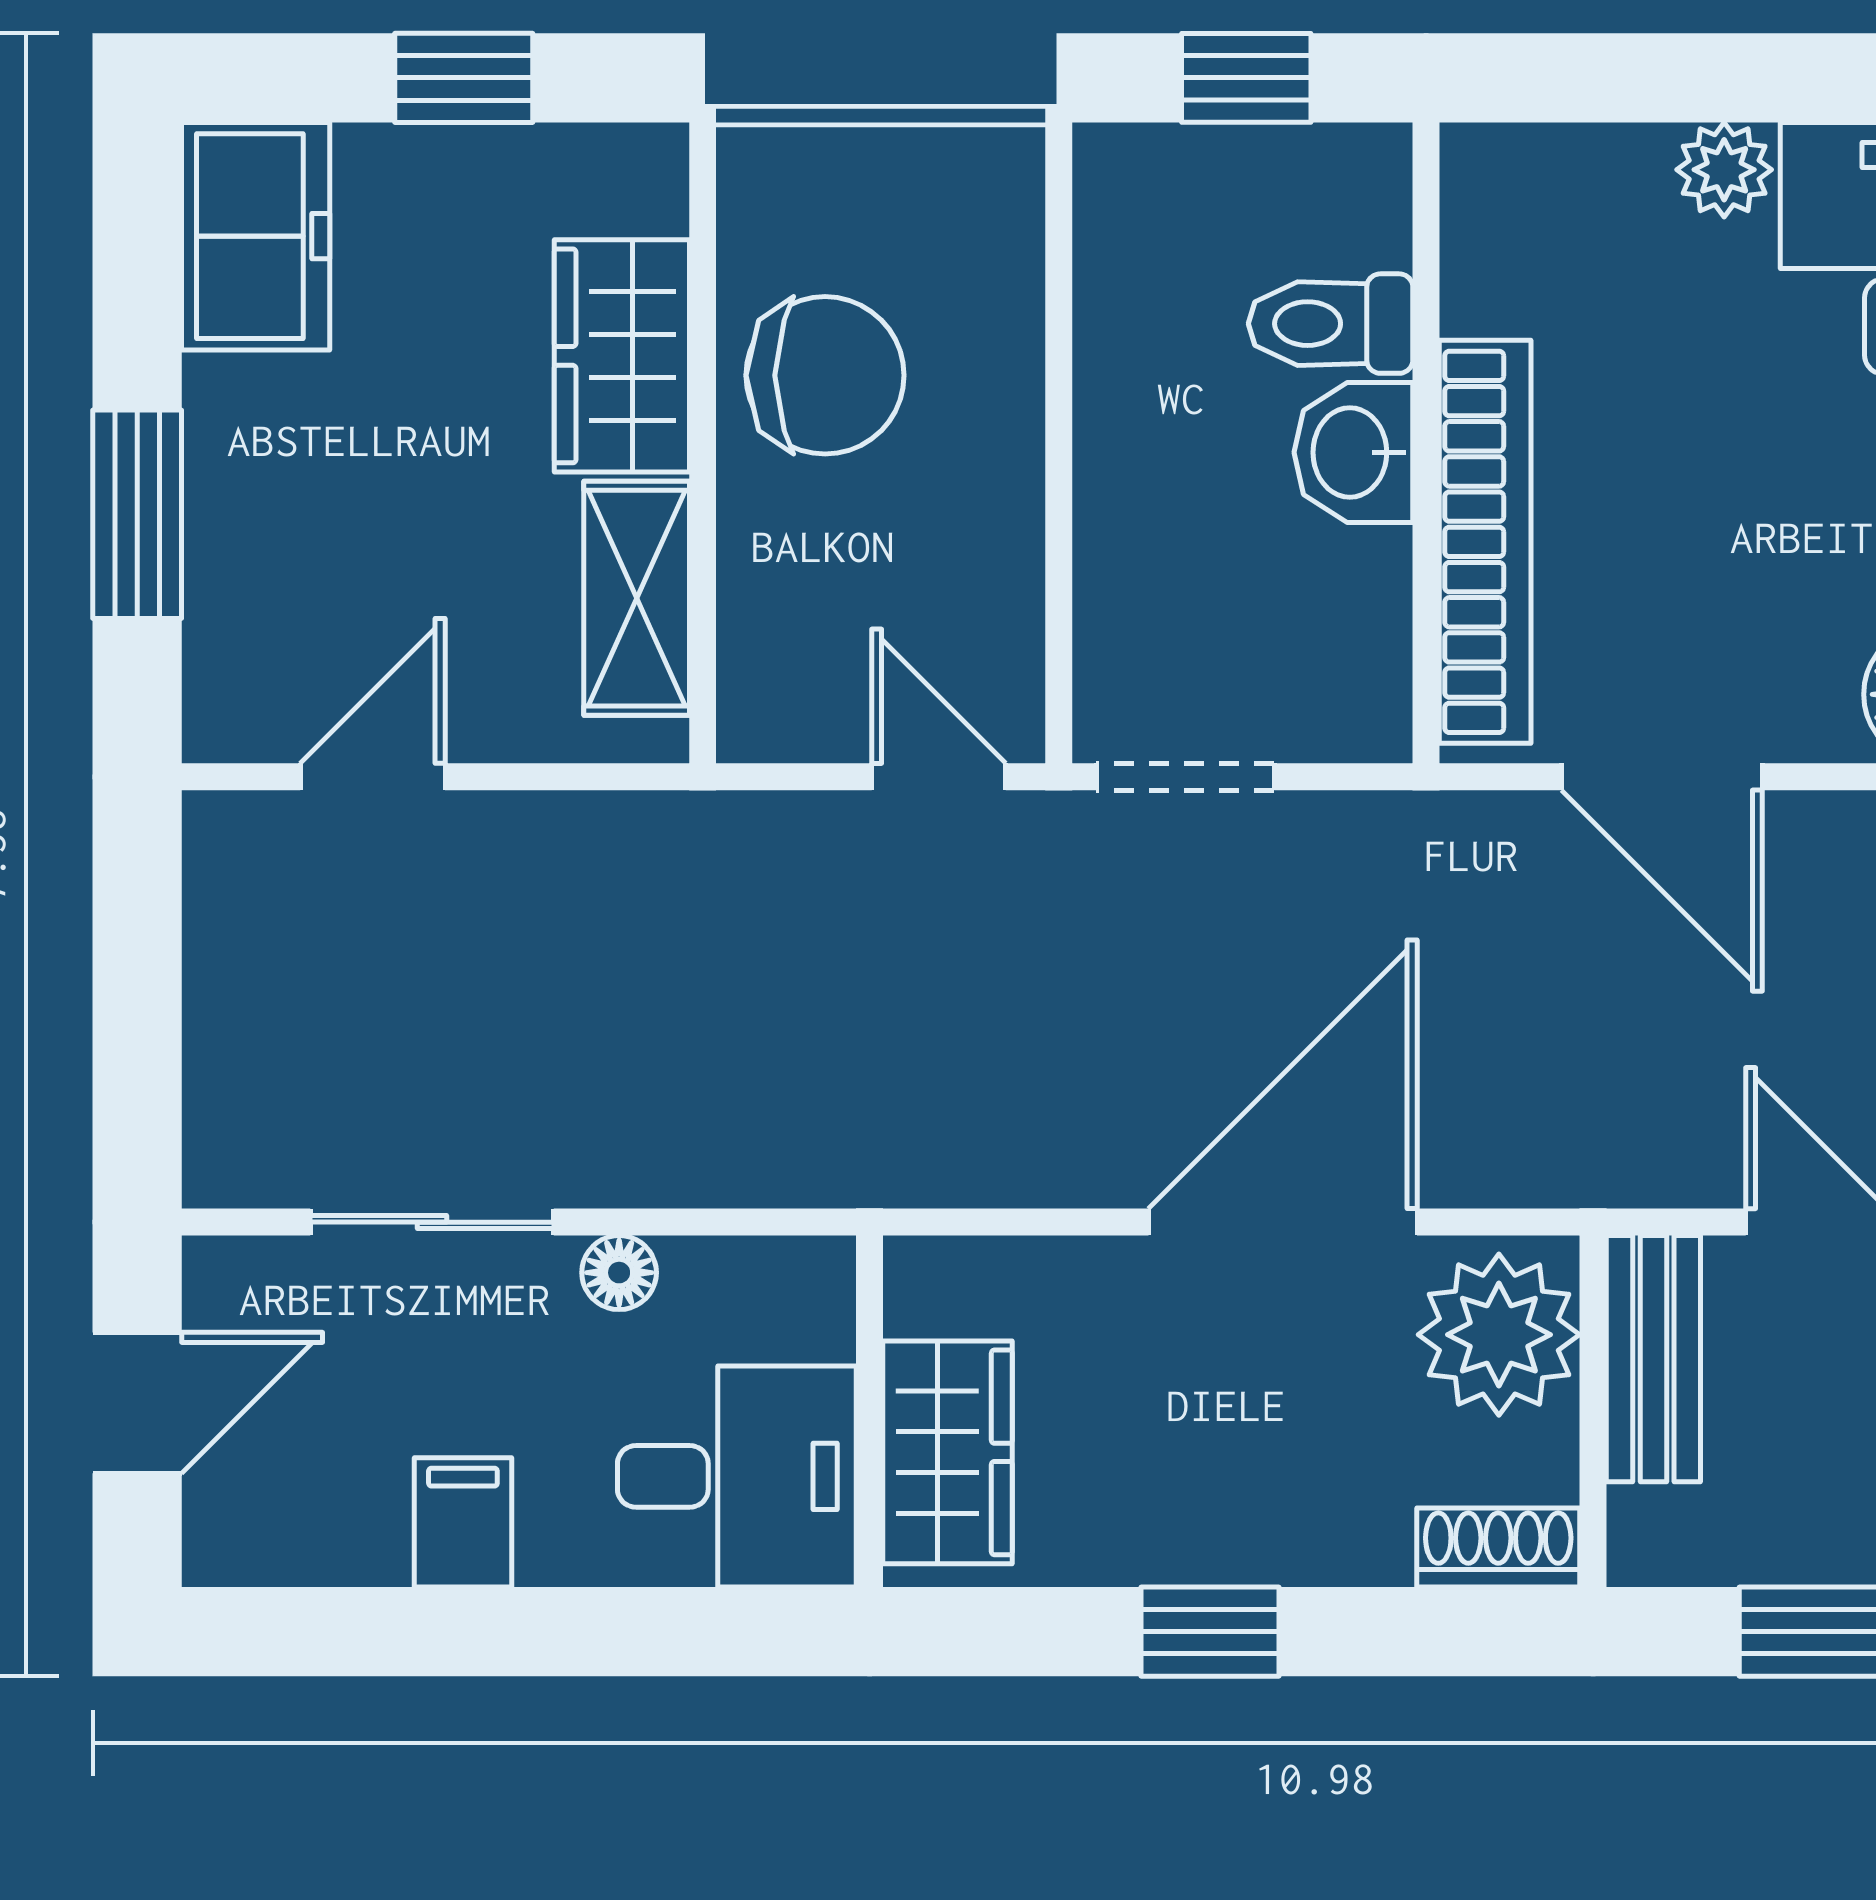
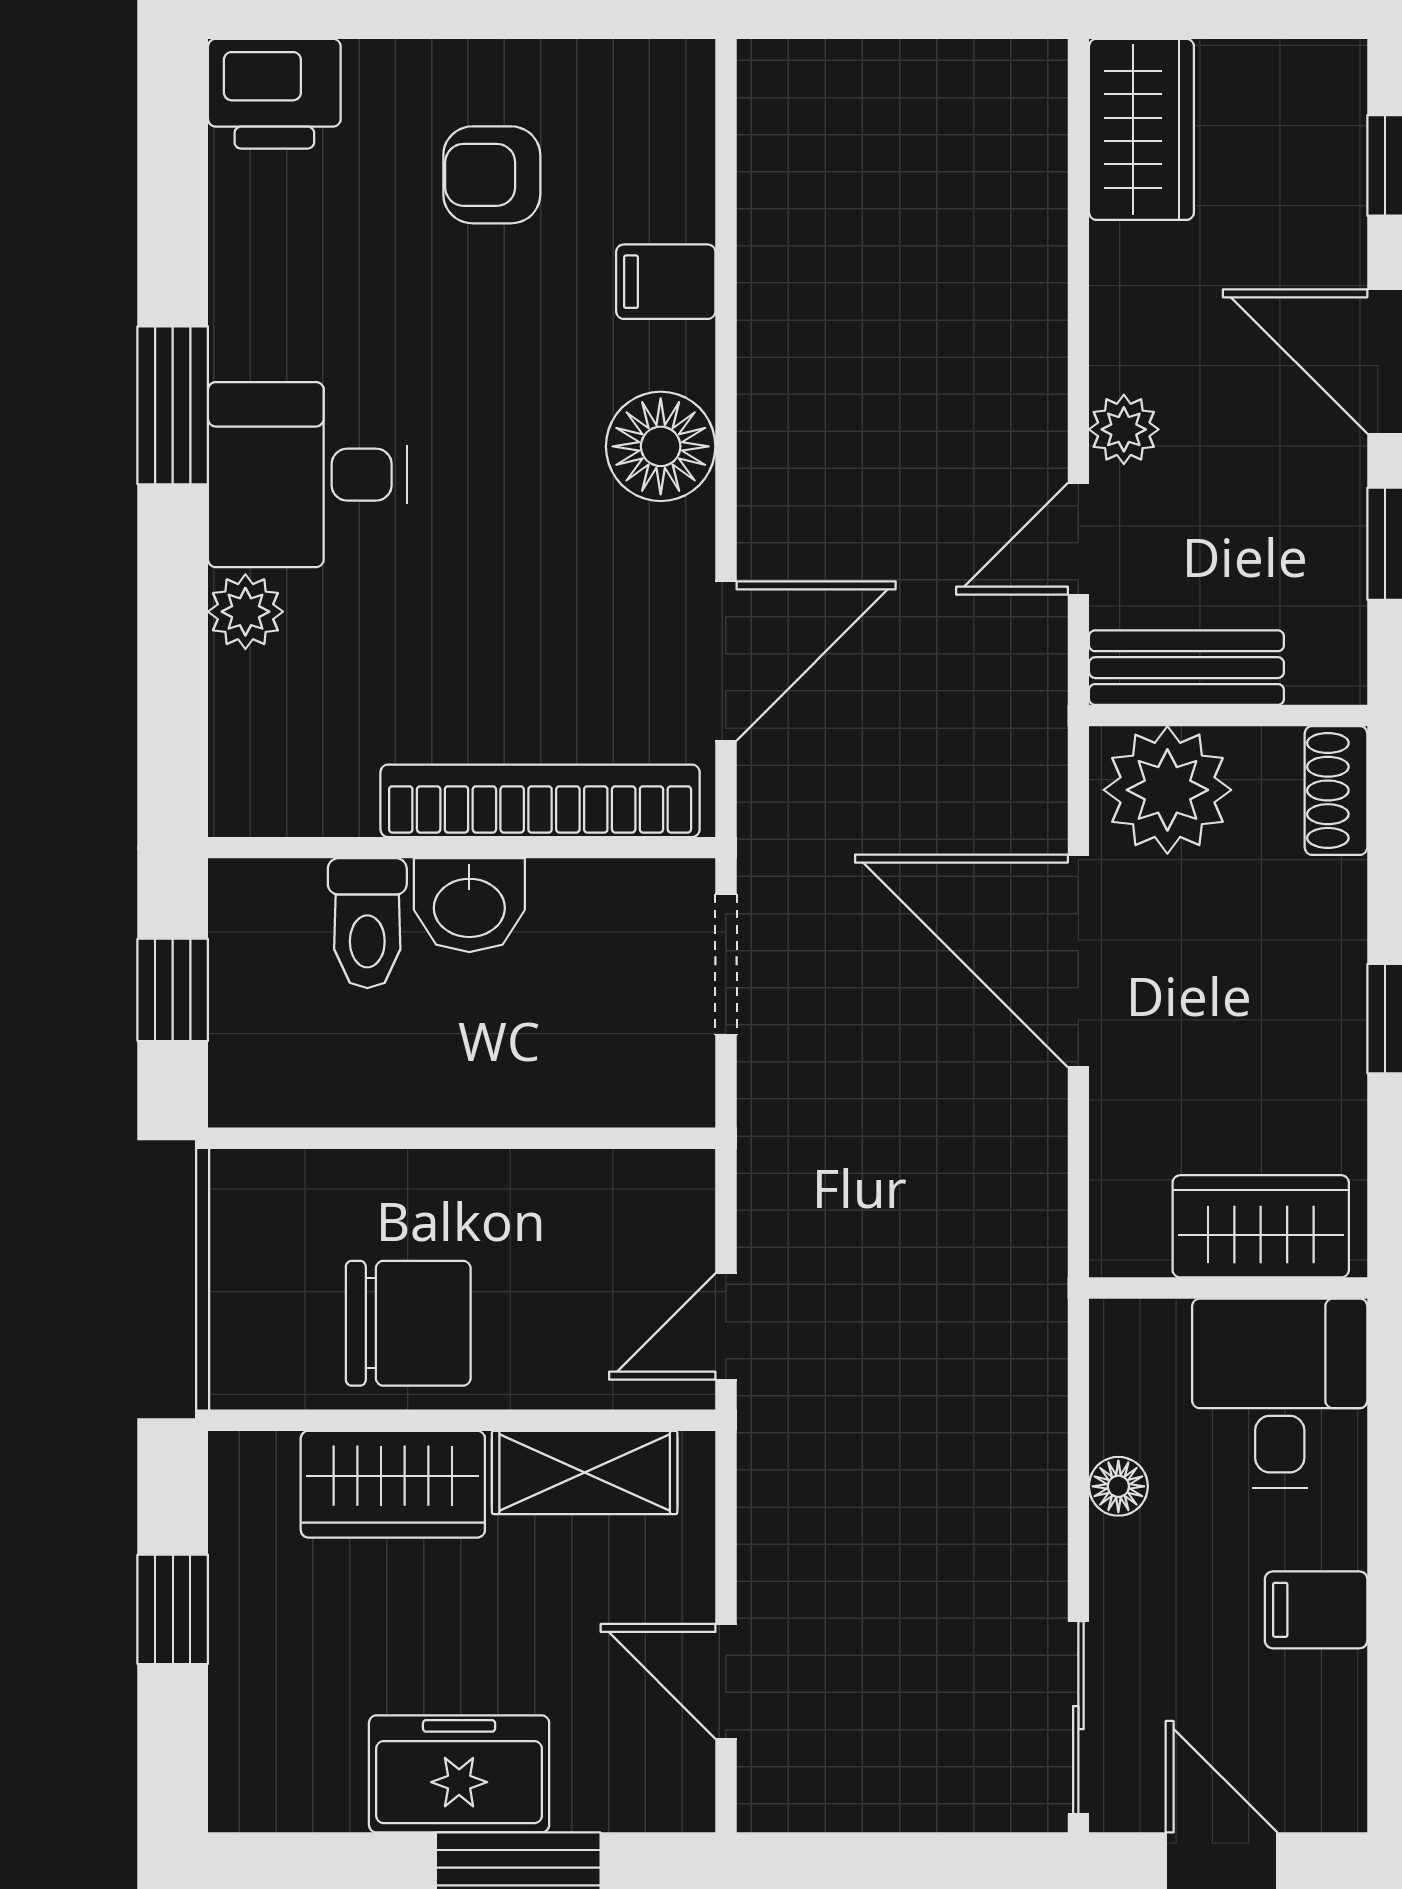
freezer: (256, 236) -> (459, 1774), moved
chair: (825, 375) -> (408, 1323), turned 90
door: (939, 777) -> (726, 1326), moved
doorway: (1185, 777) -> (726, 964), moved
sliding door: (432, 1222) -> (1078, 1718), moved

